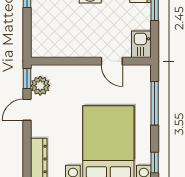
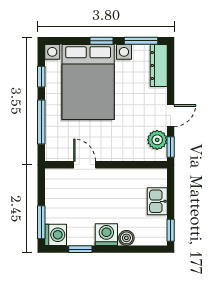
kitchen sink: (141, 44) -> (157, 201), moved, turned 180
window: (155, 163) -> (41, 77), moved

